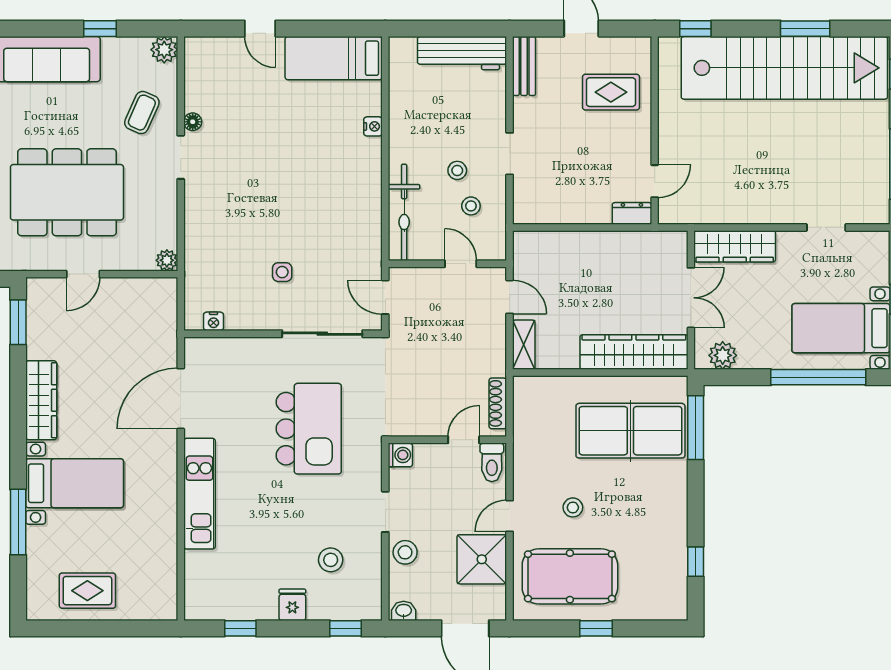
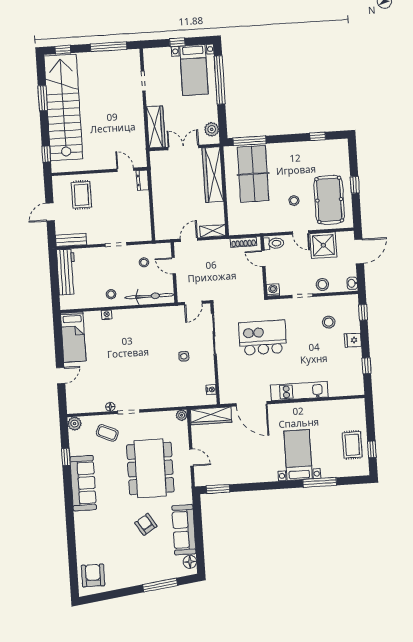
stool: (457, 170) -> (111, 294), moved
door: (461, 264) -> (174, 266), hinge flipped
wardrobe: (41, 400) -> (211, 416), moved, turned 180
window: (76, 628) -> (372, 449), added

